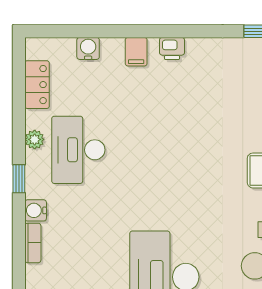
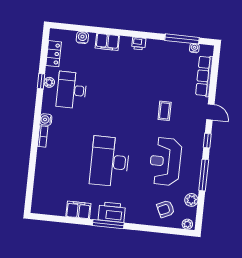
printer: (172, 49) -> (139, 44), moved
filing cabinet: (136, 52) -> (107, 42), width x2.00
window: (19, 179) -> (41, 81), moved

